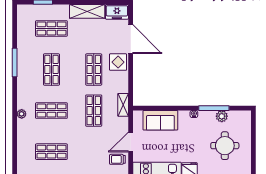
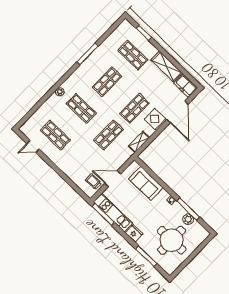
shelving: (123, 105) -> (139, 142), moved
round table: (225, 146) -> (172, 240), width x1.36, depth x1.36

